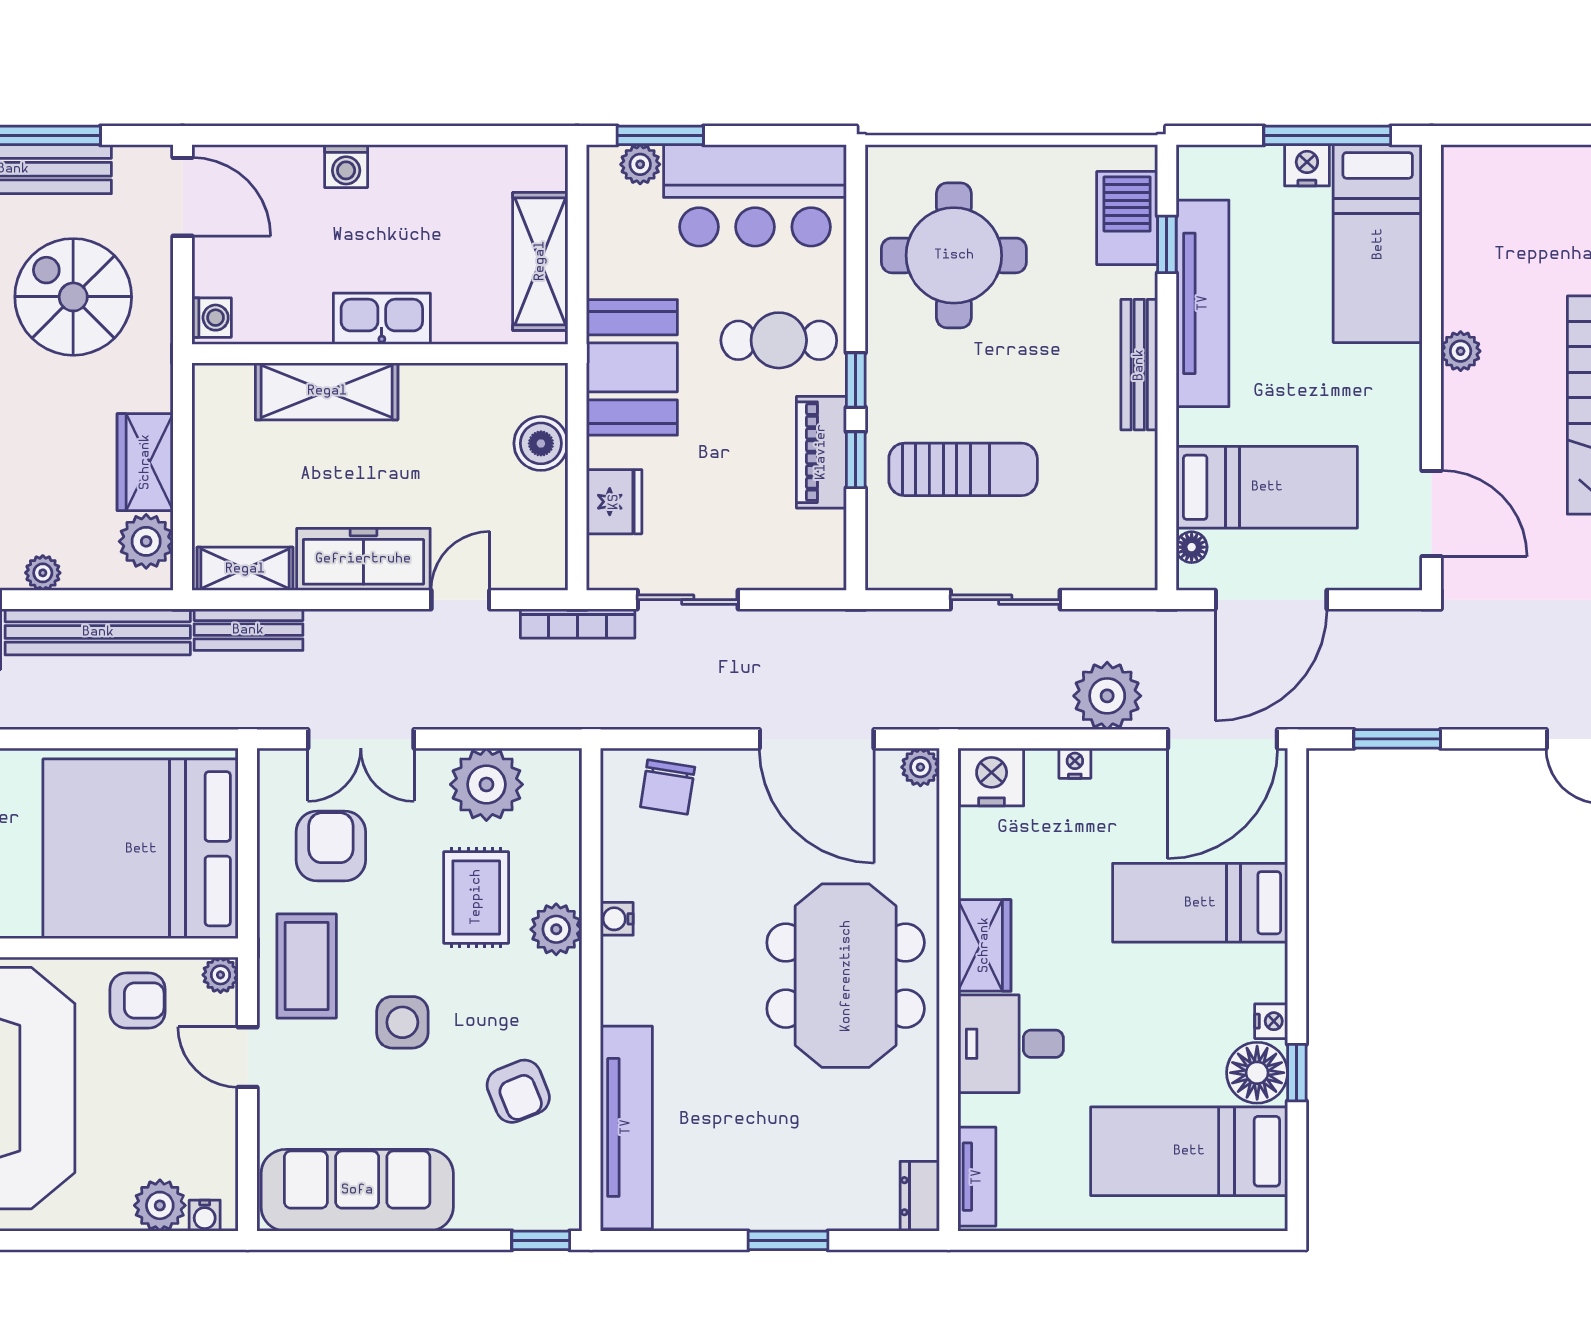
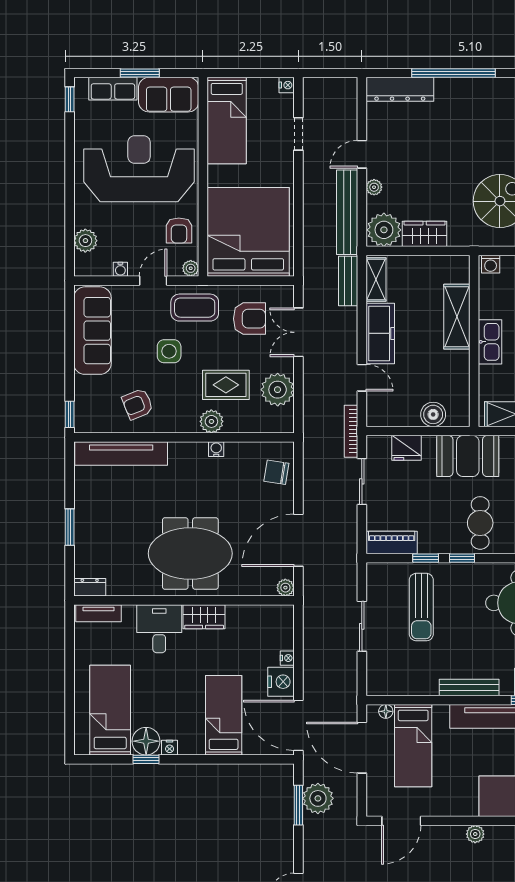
piano: (821, 452) -> (392, 542), moved
plant: (146, 541) -> (384, 230), width x1.36, depth x1.36
plant: (1107, 696) -> (318, 798), moved
nightstand: (992, 777) -> (281, 682), moved
water cooler: (205, 1216) -> (120, 269), moved, turned -90

